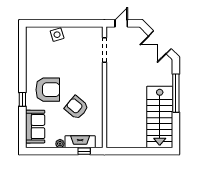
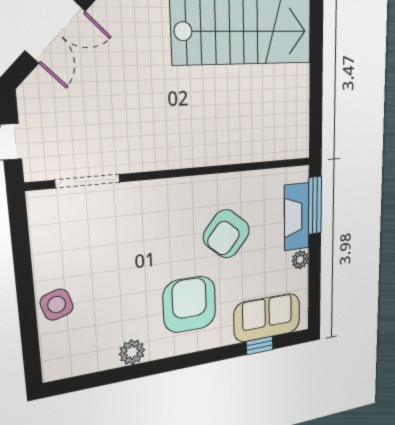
plant: (31, 63) -> (132, 352), added
window: (22, 99) -> (260, 346), moved
window: (84, 151) -> (315, 205), width x2.17

